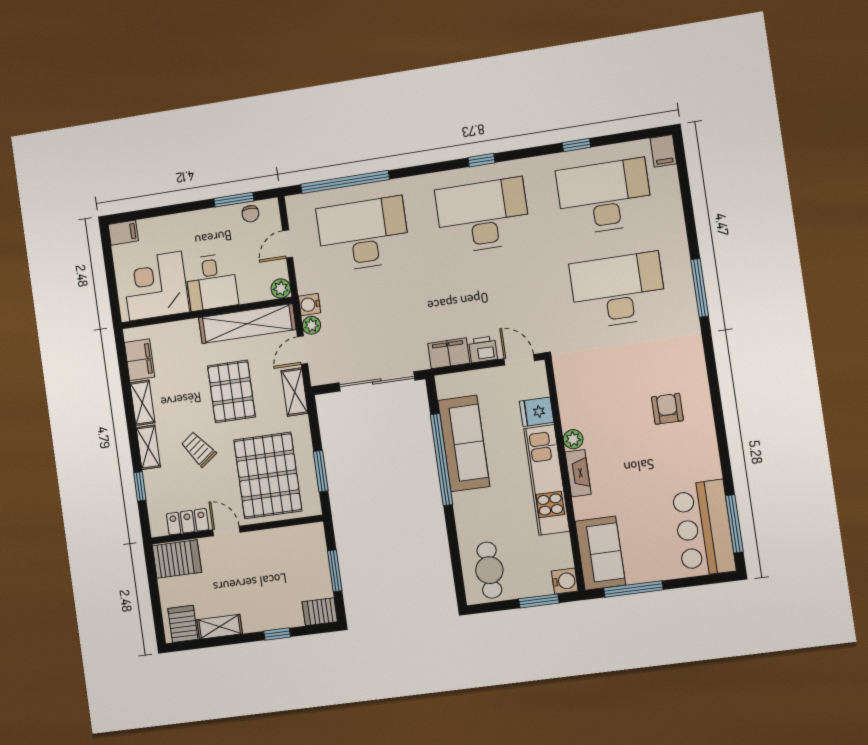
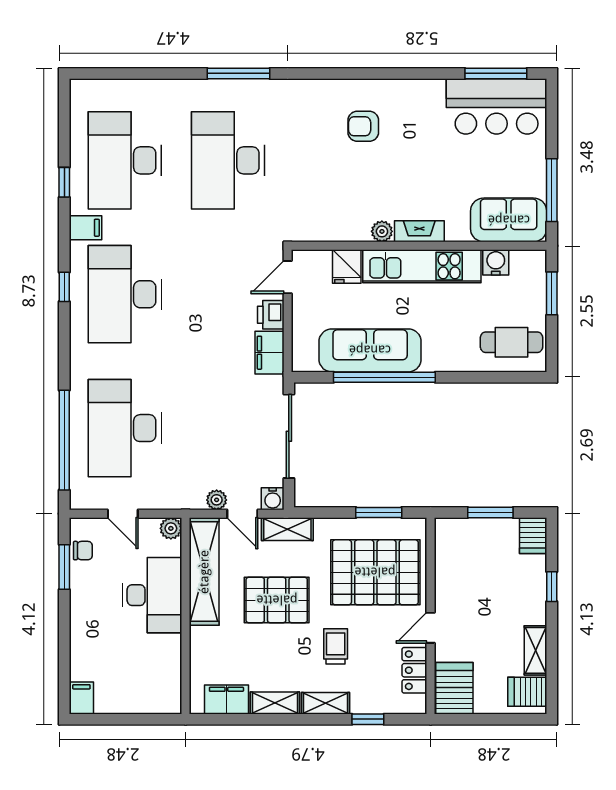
filing cabinet: (663, 151) -> (86, 228), moved
desk: (211, 282) -> (152, 595), width x1.37
corner desk: (155, 286) -> (147, 670), removed
water cooler: (310, 304) -> (273, 499), moved
trolley: (199, 449) -> (336, 646), turned 127
water cooler: (565, 581) -> (496, 262), moved

